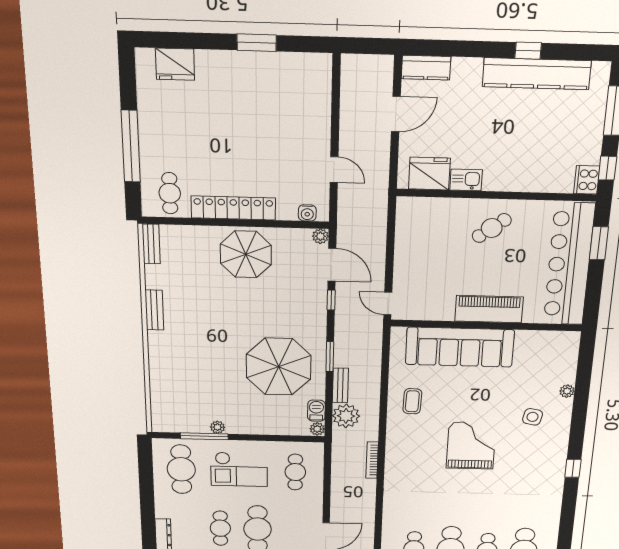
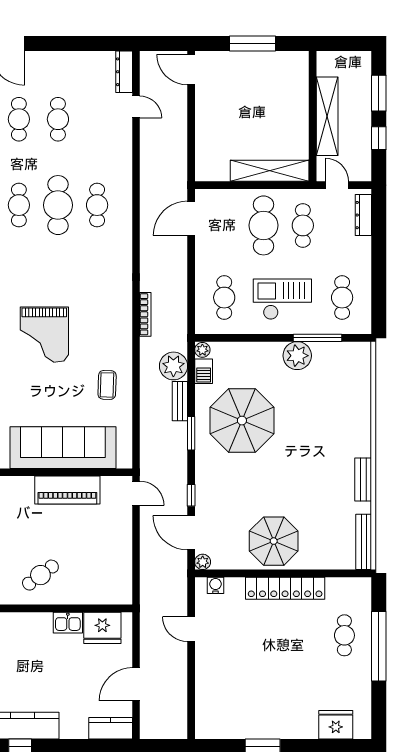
cafe table: (170, 193) -> (344, 635), moved
bench: (151, 244) -> (364, 542), width x1.36
piano: (489, 309) -> (67, 490), moved
plant: (218, 427) -> (297, 356), width x1.87, depth x1.87
cafe table: (181, 469) -> (342, 298), width x0.73, depth x0.74

